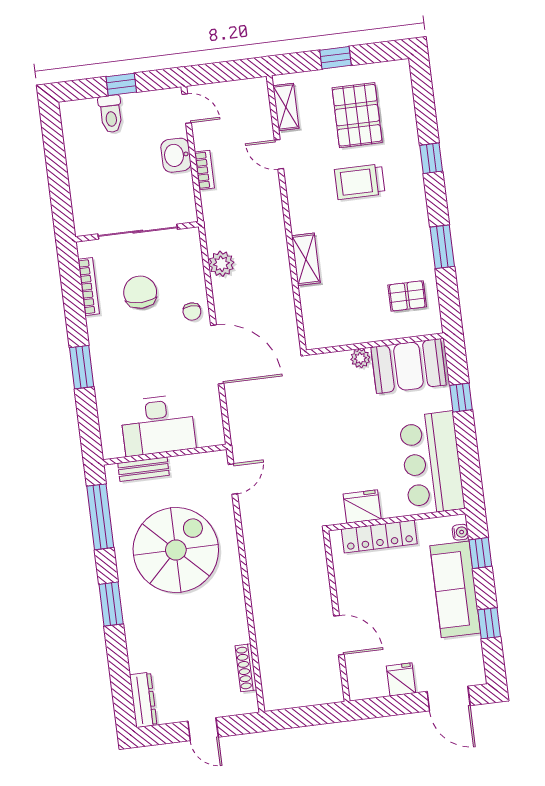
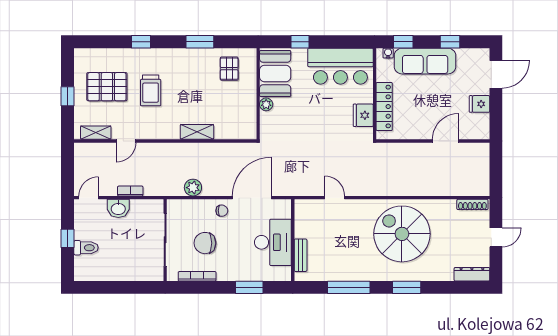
desk: (158, 425) -> (273, 242), moved
wall: (165, 455) -> (293, 240), moved
bench: (143, 469) -> (301, 255), moved
spiral stairs: (176, 550) -> (402, 234), moved
shoe rack: (246, 668) -> (472, 204), moved

